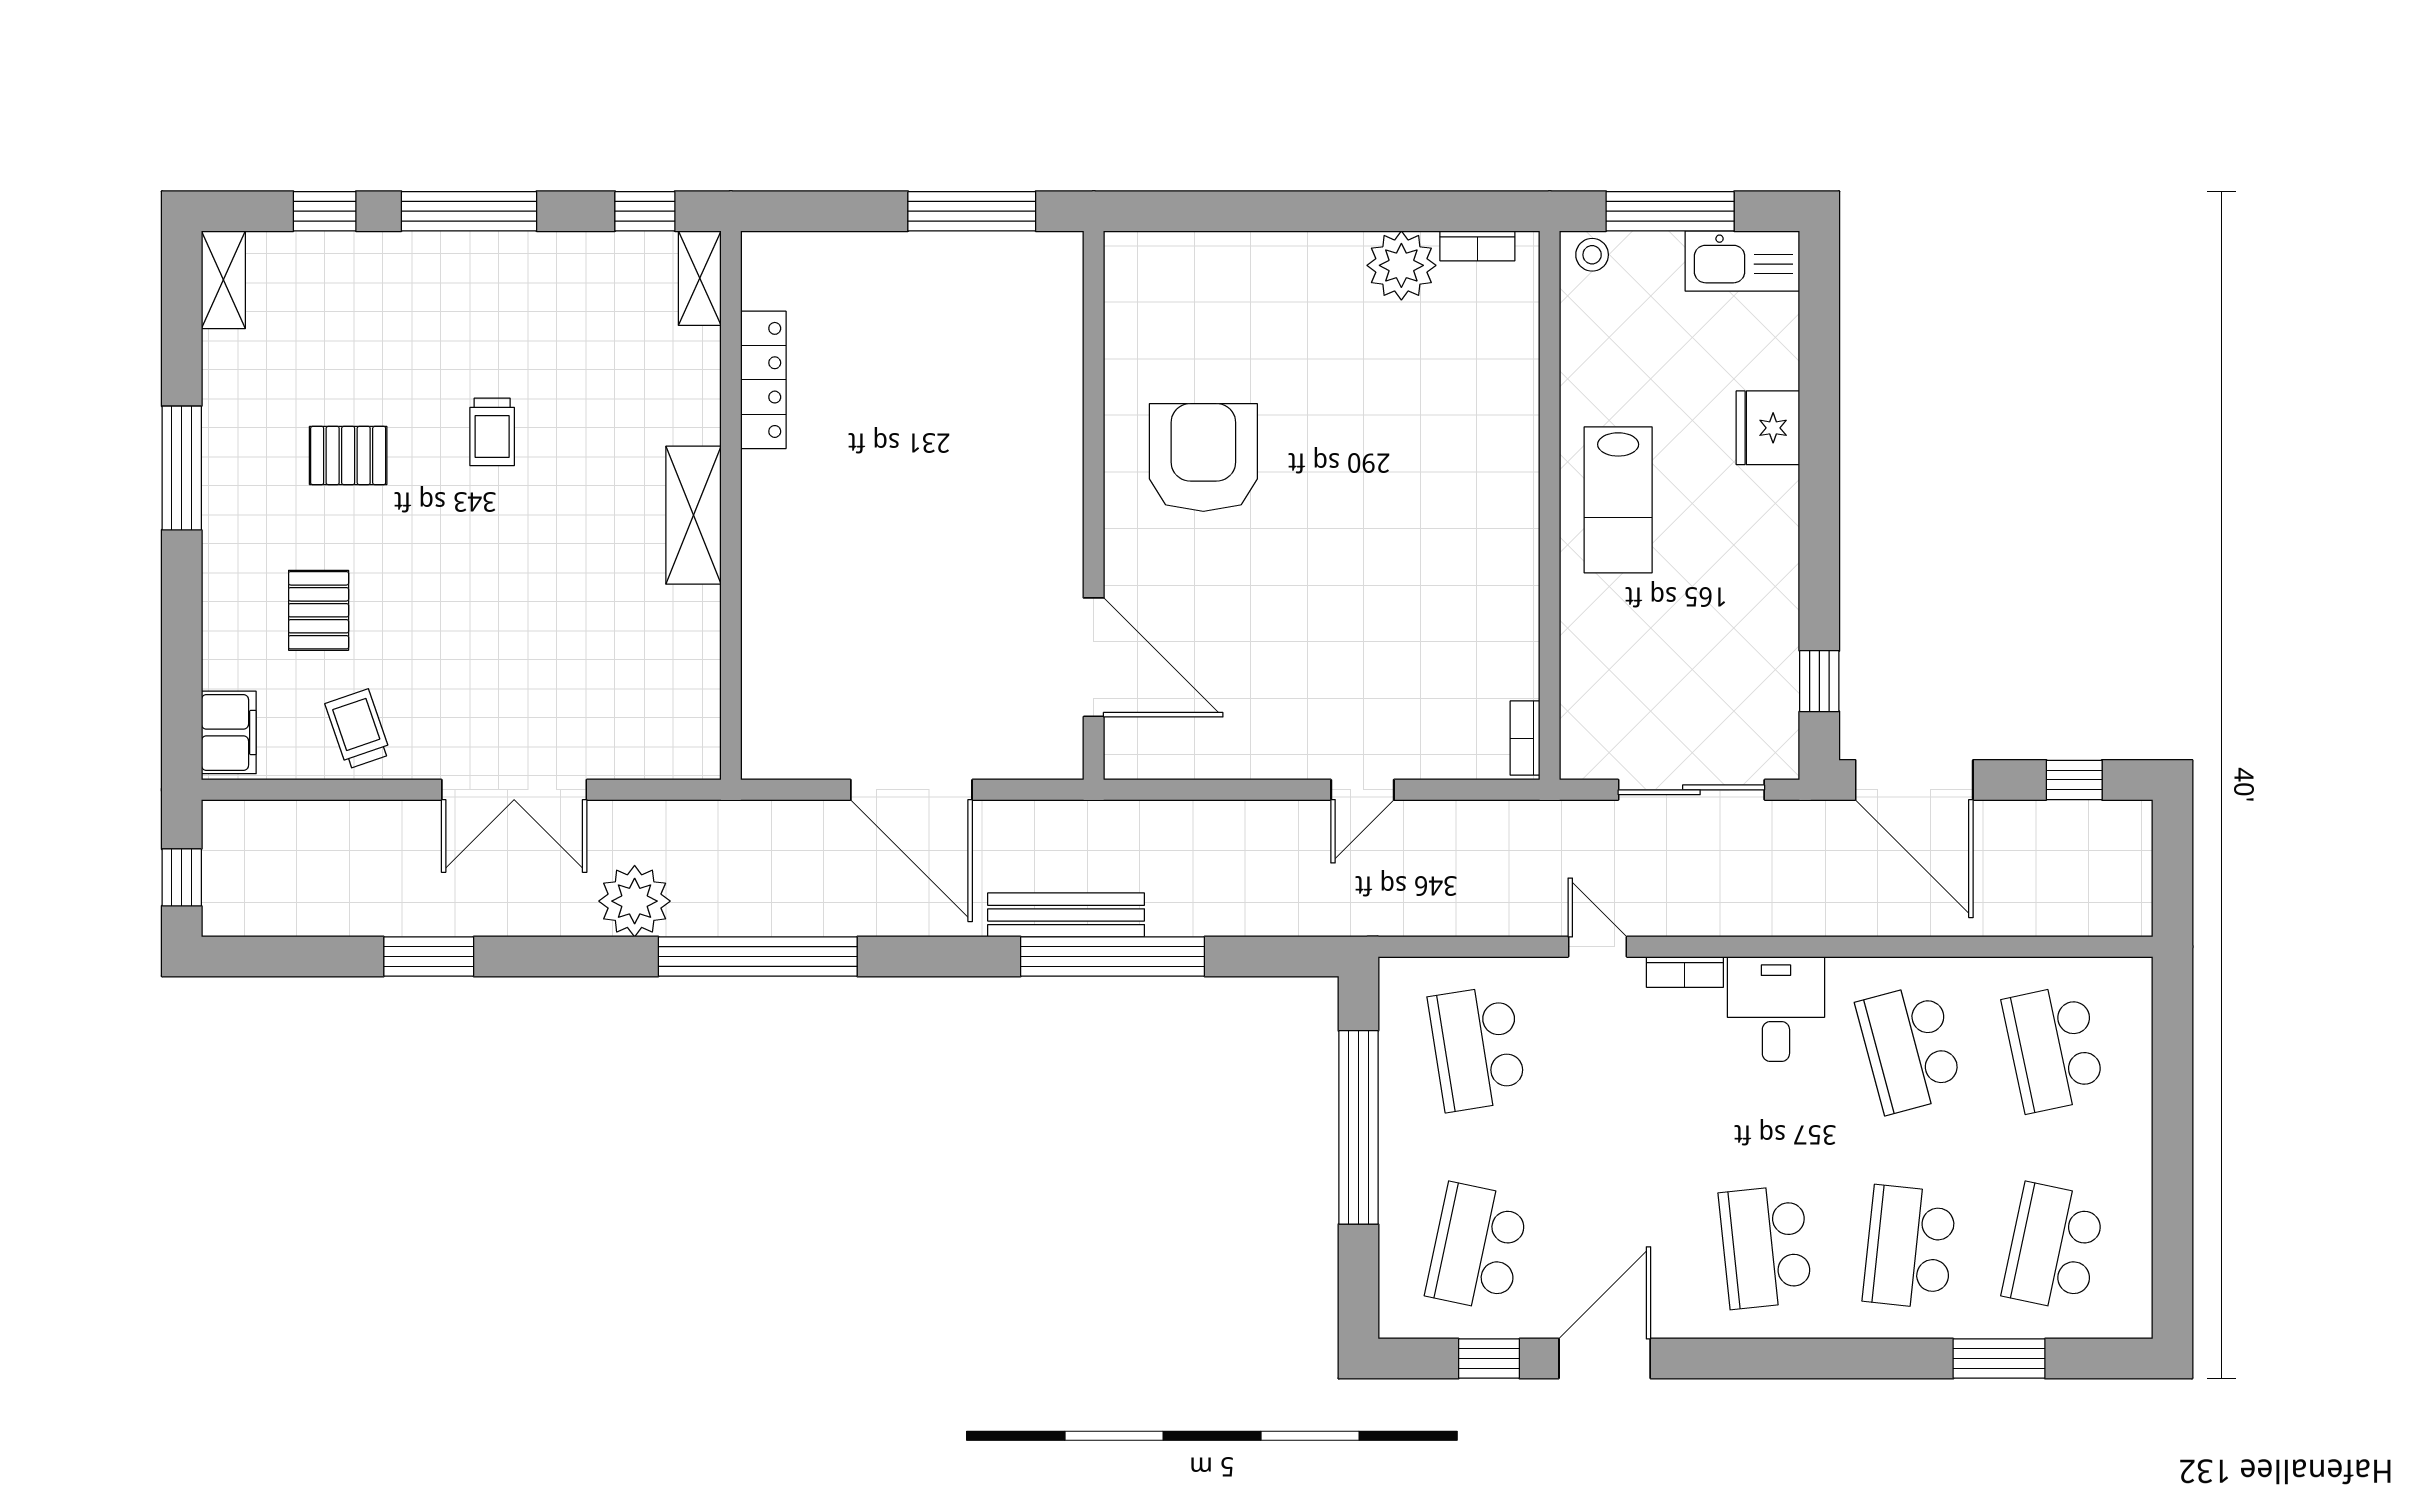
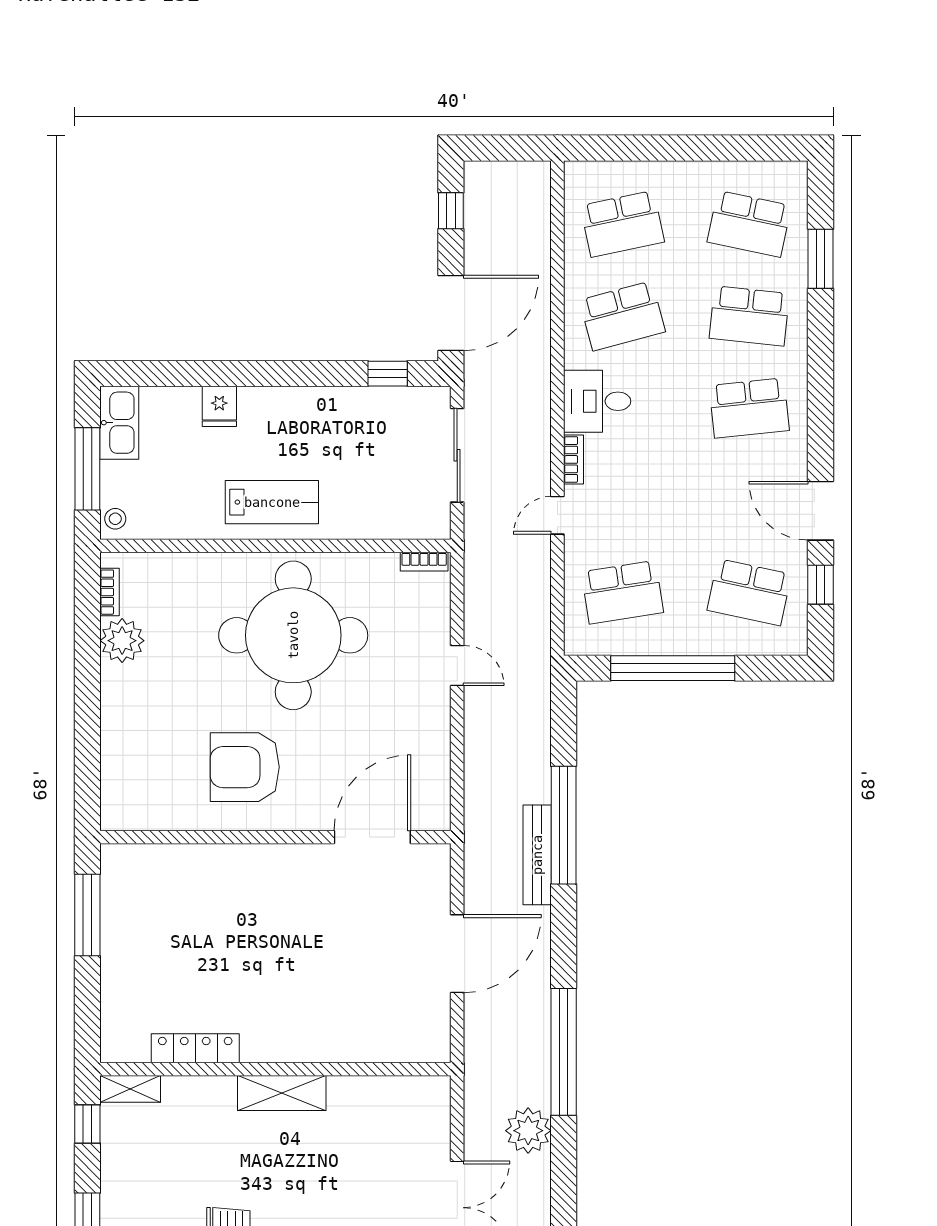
fridge: (1768, 428) -> (219, 406), width x0.72
round table: (1410, 533) -> (293, 635), added

